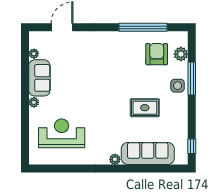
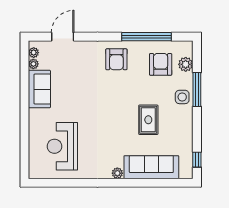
armchair: (114, 49) -> (116, 59), added
plant: (34, 102) -> (34, 53), moved
rug: (145, 108) -> (148, 120), turned 90
reception desk: (62, 133) -> (62, 146), turned -90

